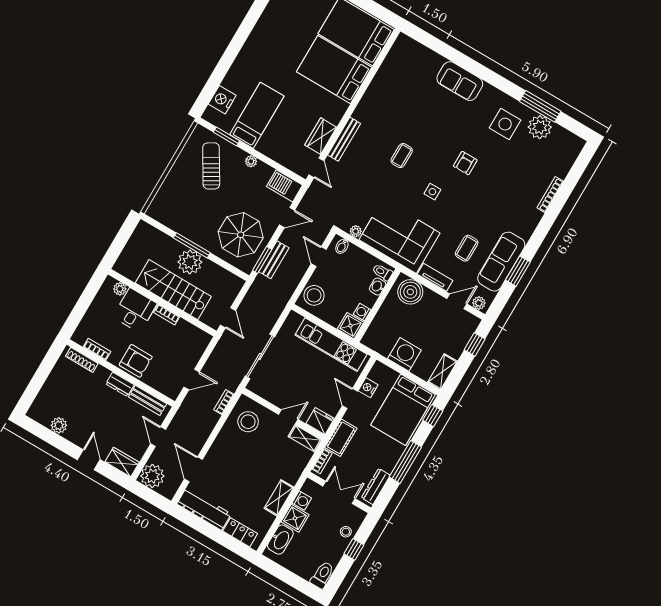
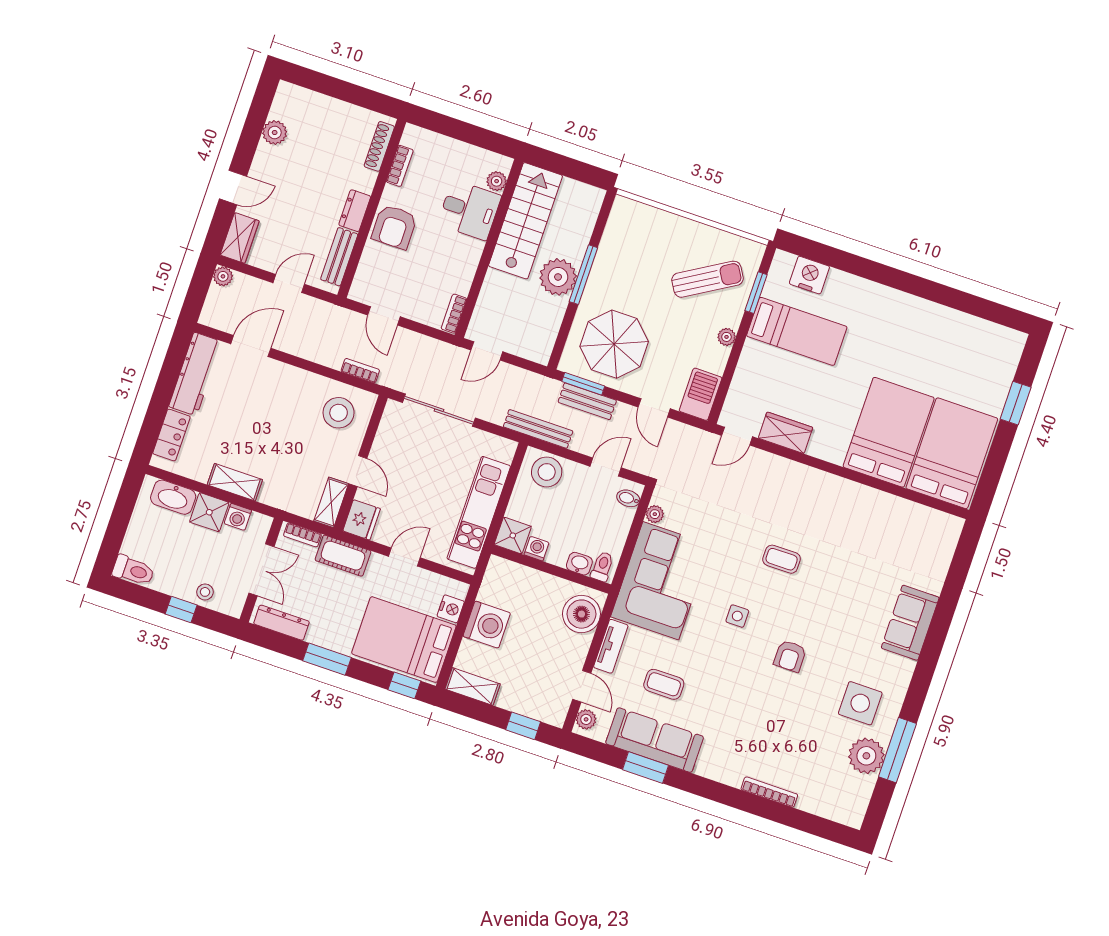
bench: (344, 139) -> (538, 429), moved
armchair: (465, 163) -> (790, 656), turned -90
stairs: (173, 290) -> (525, 221), moved
bookcase: (167, 315) -> (454, 314), moved
nightstand: (368, 388) -> (451, 609), moved, turned 90
window: (405, 462) -> (327, 659), width x0.69
plant: (152, 476) -> (223, 276), width x0.53, depth x0.53

